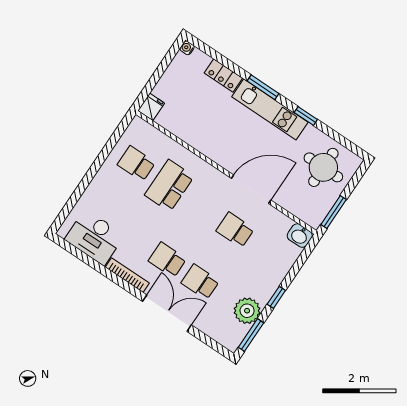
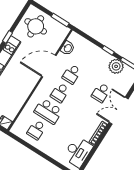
door: (251, 189) -> (49, 66), hinge flipped
washbasin: (300, 236) -> (68, 48), moved
school desk: (167, 260) -> (60, 93), moved

